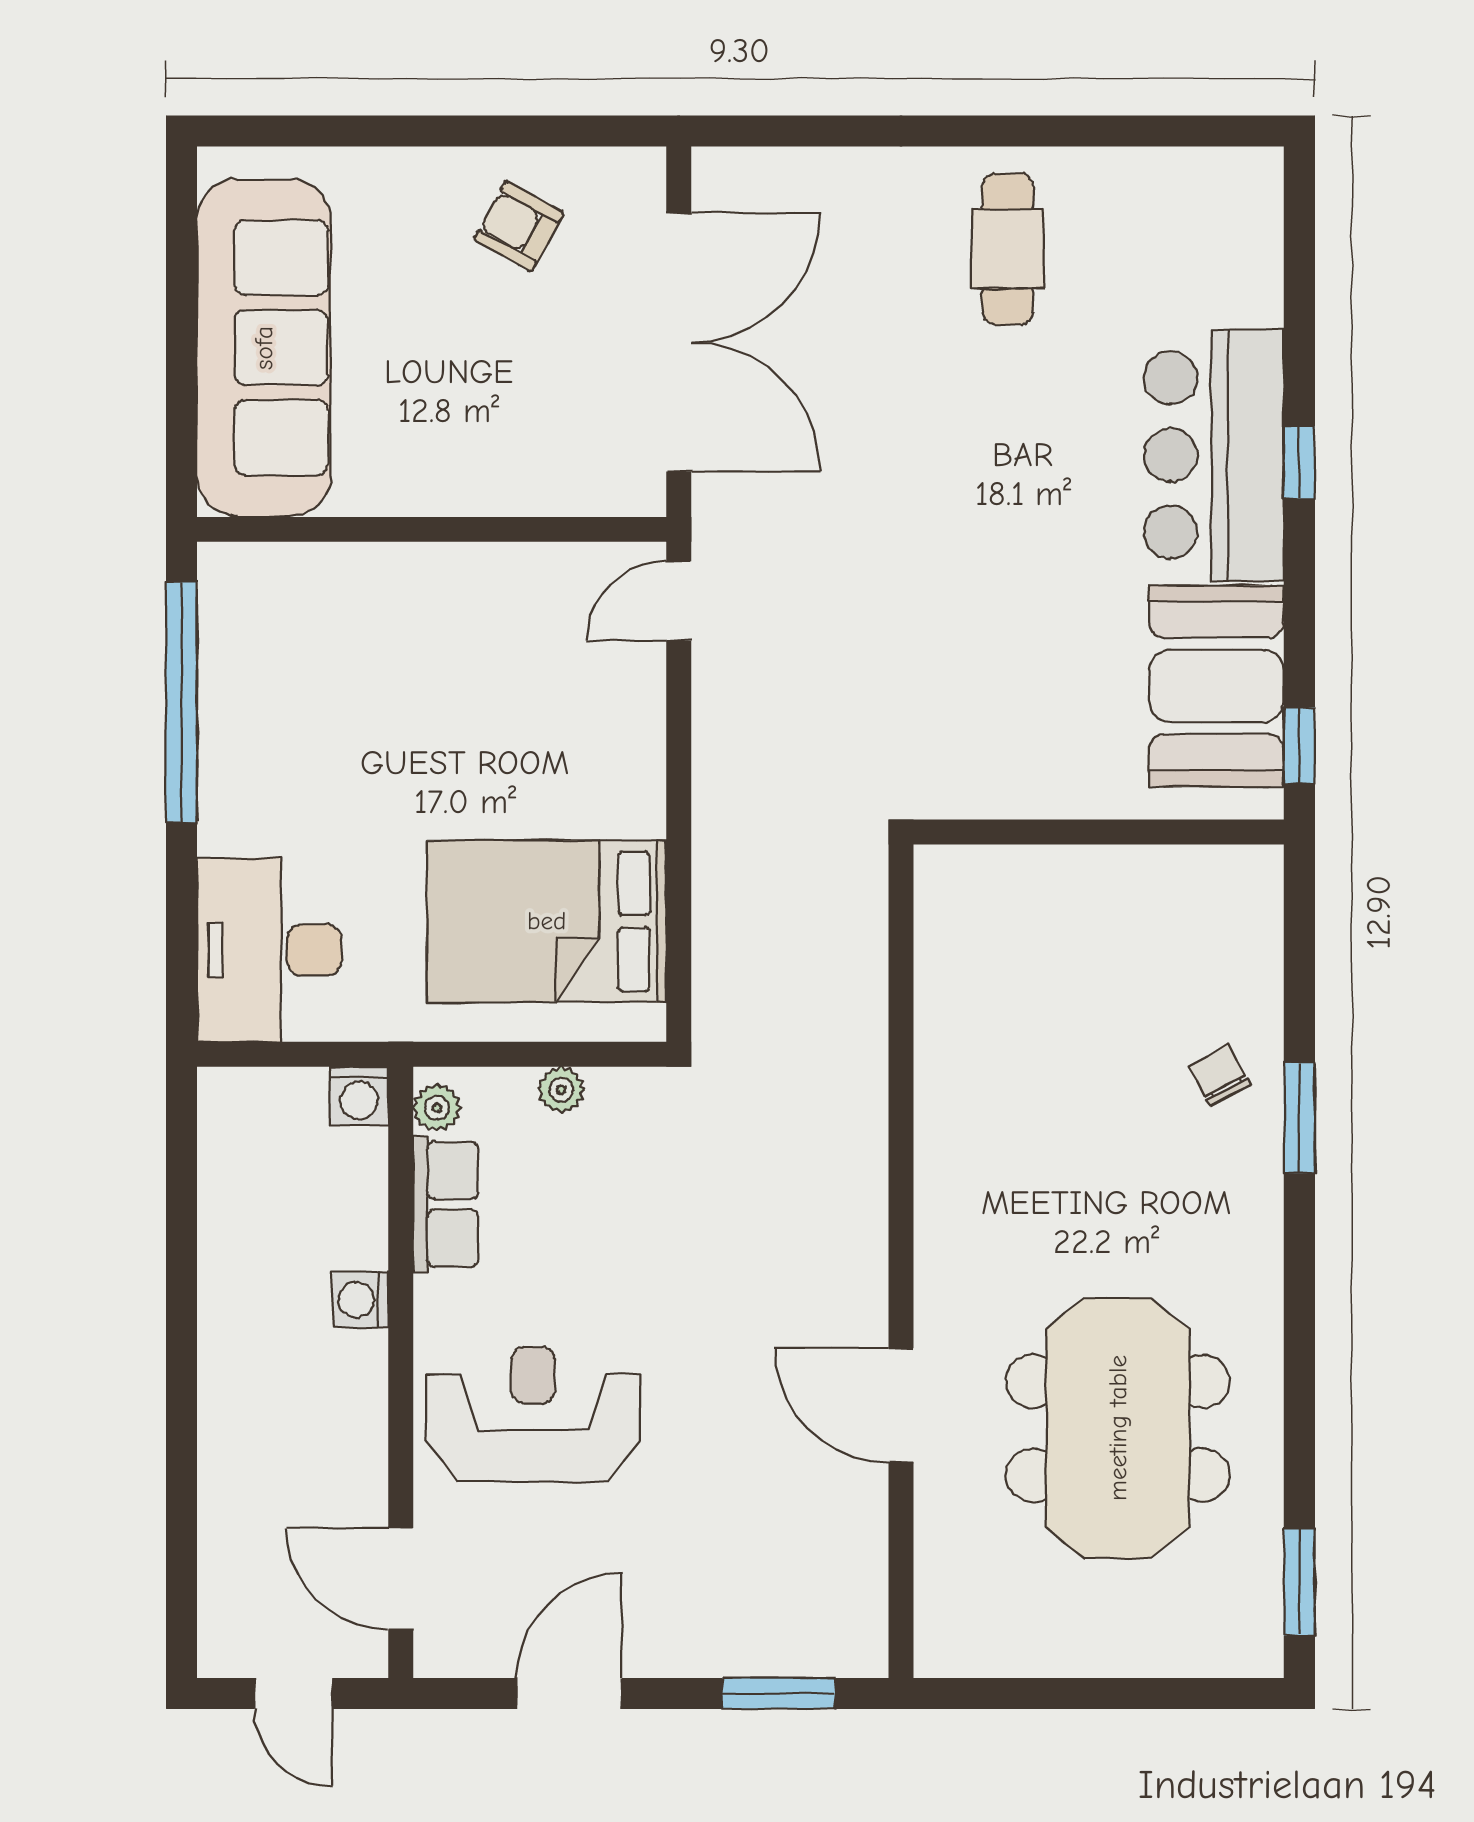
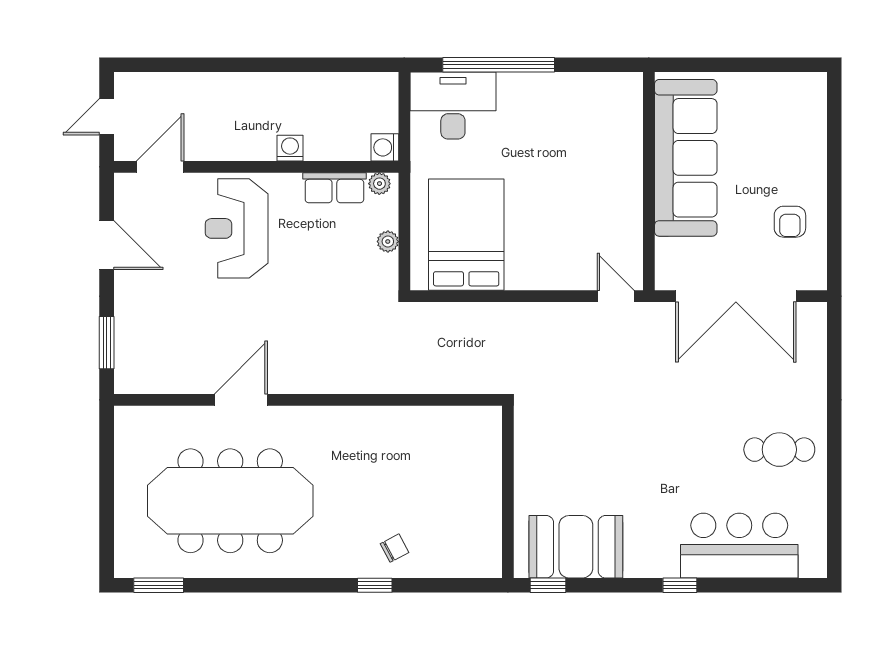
armchair: (519, 226) -> (790, 222), turned 151
sofa: (264, 348) -> (686, 158), moved, turned -90
bar counter: (1214, 455) -> (739, 546), moved
window: (182, 702) -> (499, 65), moved
window: (1299, 1118) -> (375, 585), width x0.67
reception desk: (533, 1414) -> (237, 228), turned 180
meeting table: (1118, 1428) -> (230, 501), width x1.36

